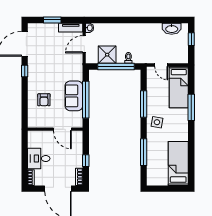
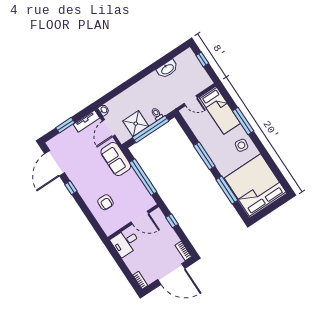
washbasin: (172, 29) -> (167, 69), moved
sofa: (74, 96) -> (116, 159), moved
window: (144, 104) -> (204, 156), moved
side table: (157, 122) -> (241, 145), moved
desk: (39, 159) -> (126, 242), moved
window: (86, 161) -> (172, 221), moved
bed: (178, 164) -> (256, 186), width x2.04

